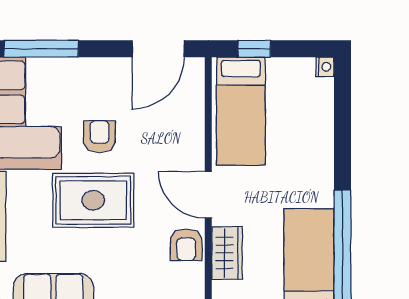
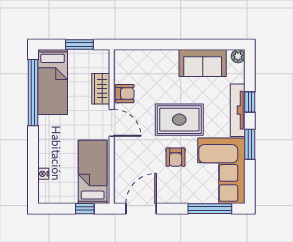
nightstand: (325, 67) -> (43, 174), moved
armchair: (186, 245) -> (125, 94), turned 90

